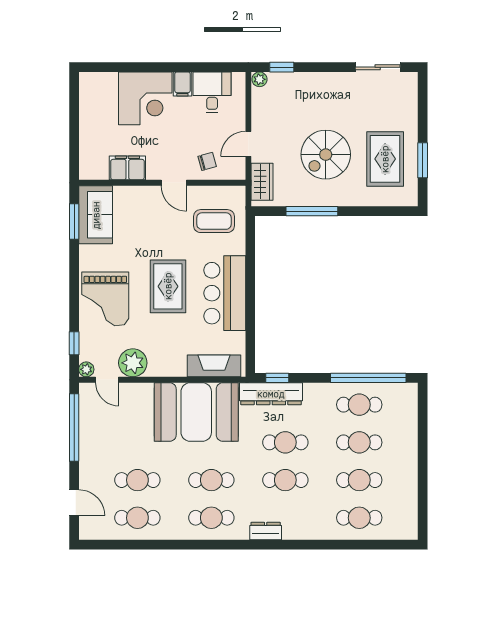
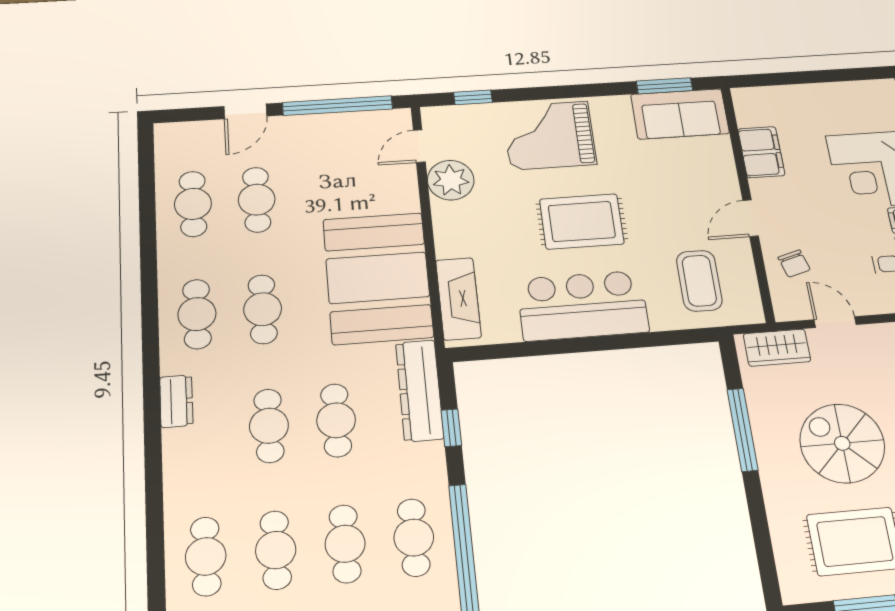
plant: (86, 369) -> (433, 117), removed
window: (277, 378) -> (451, 428), moved
door: (74, 503) -> (245, 111), moved

